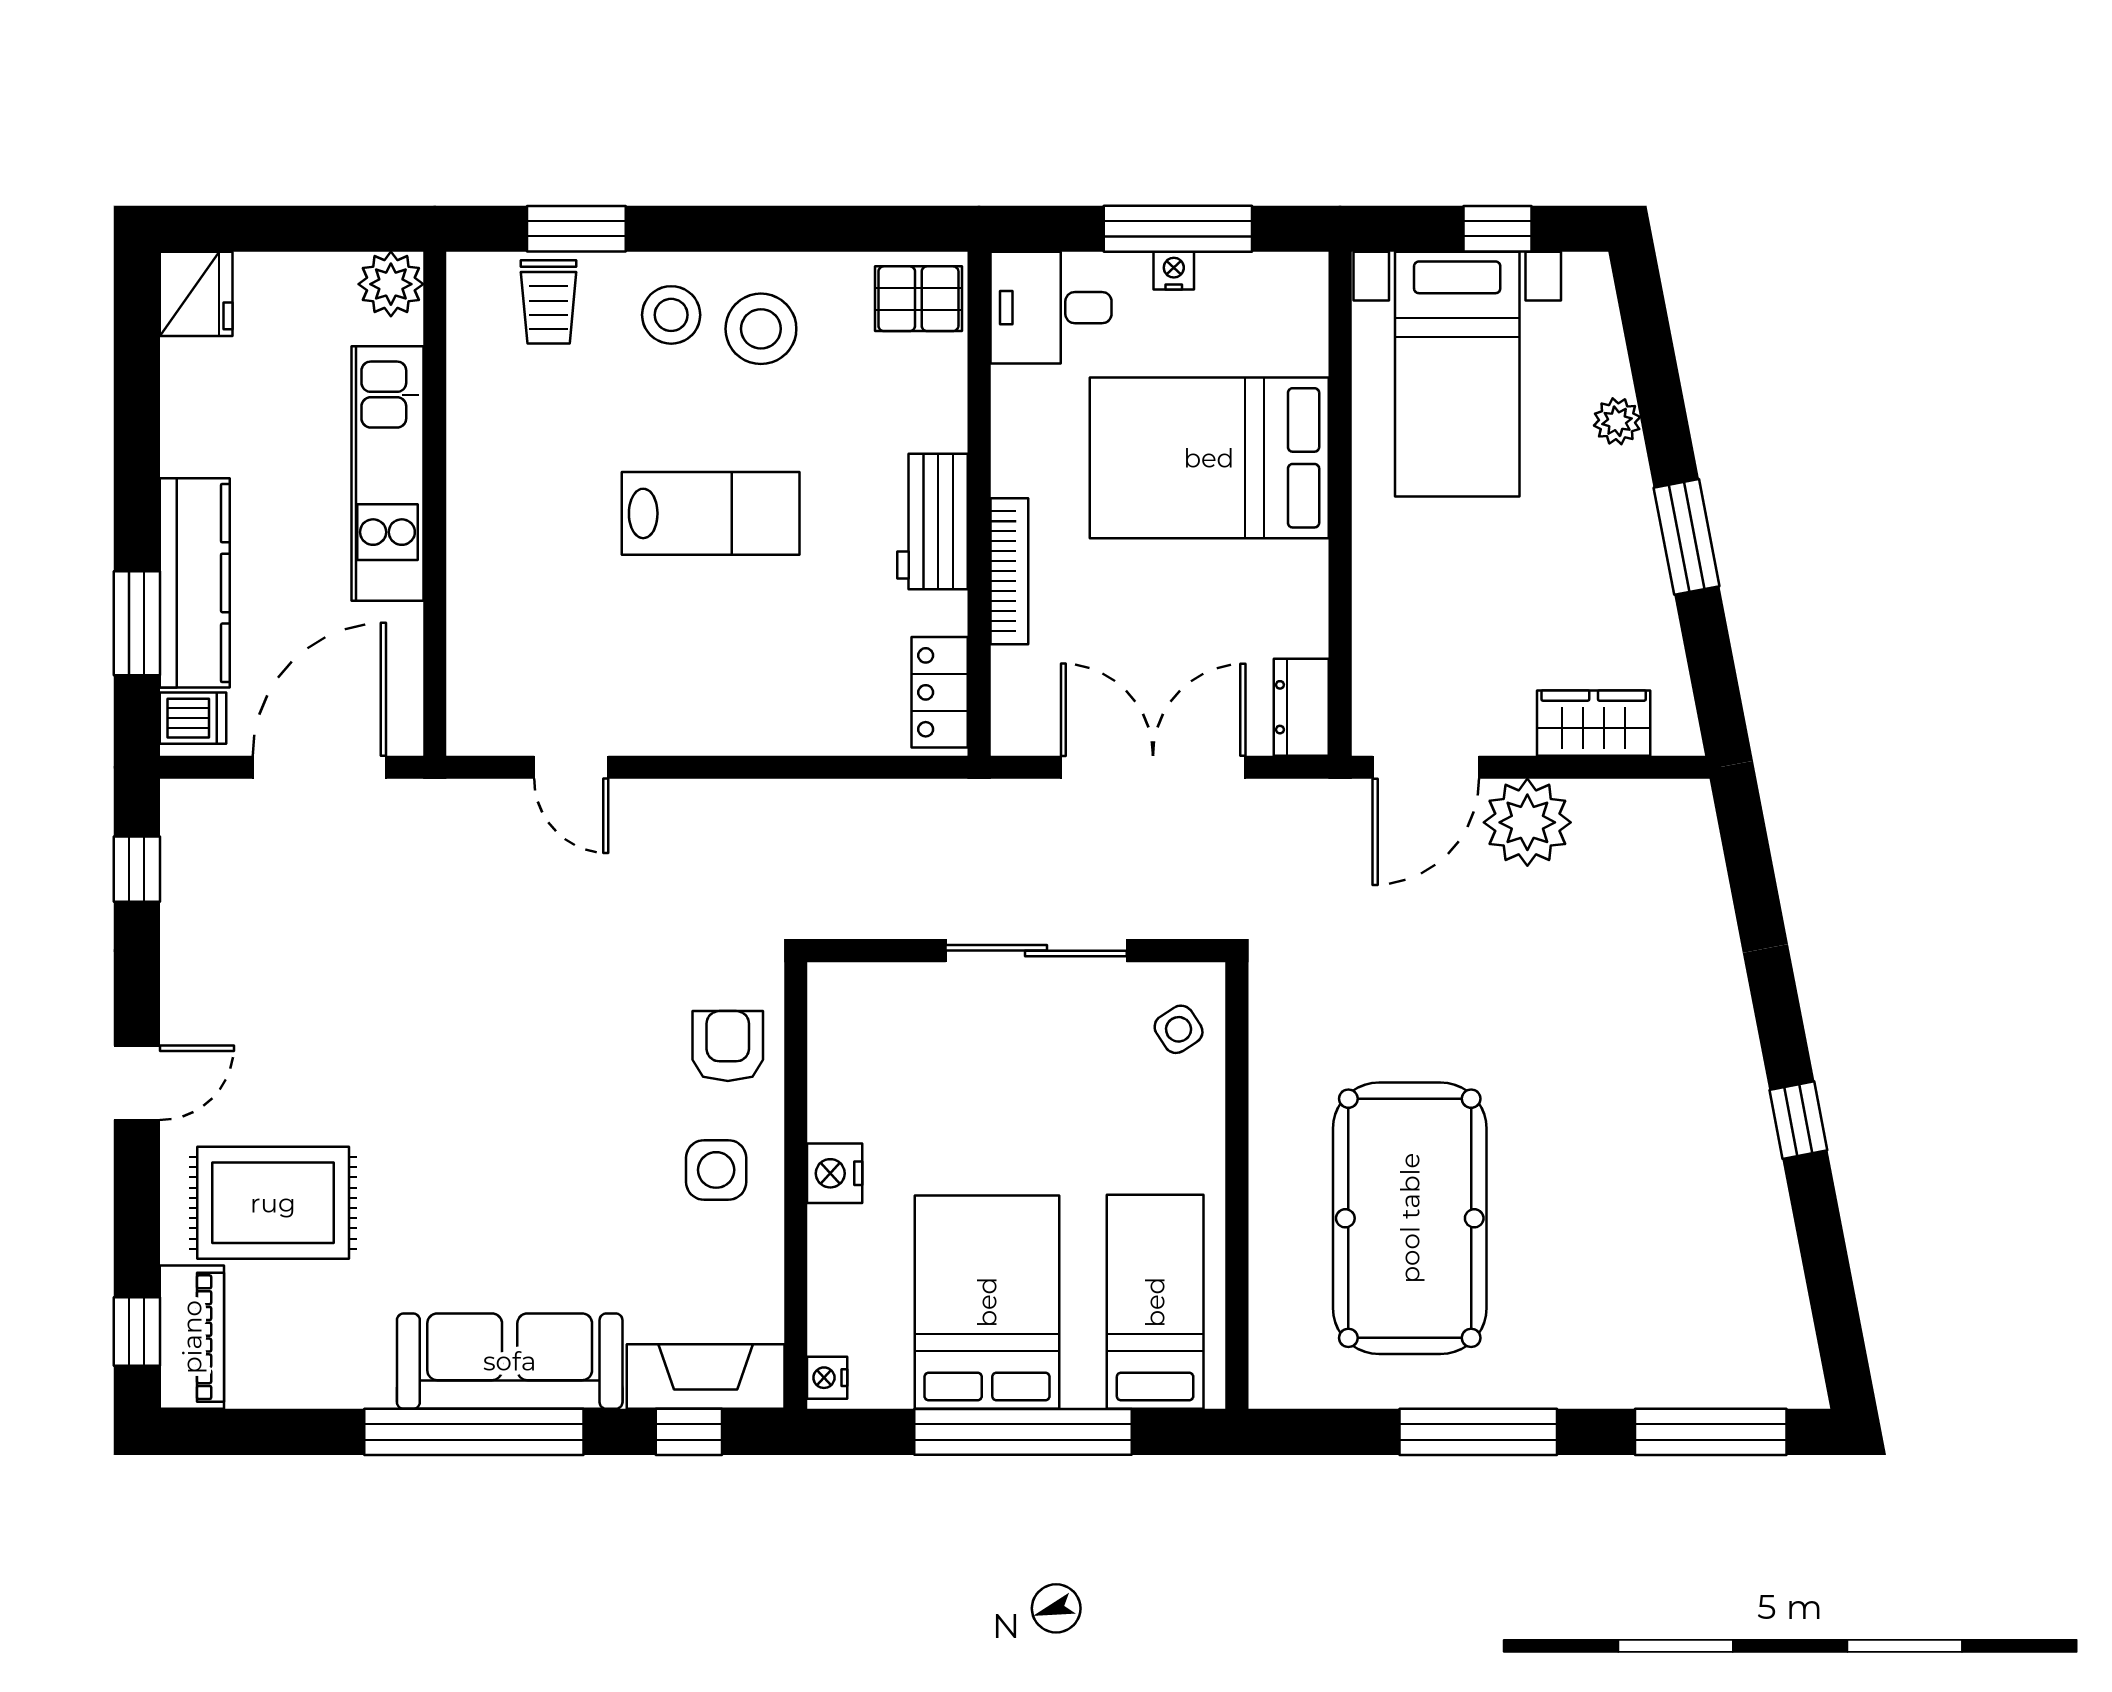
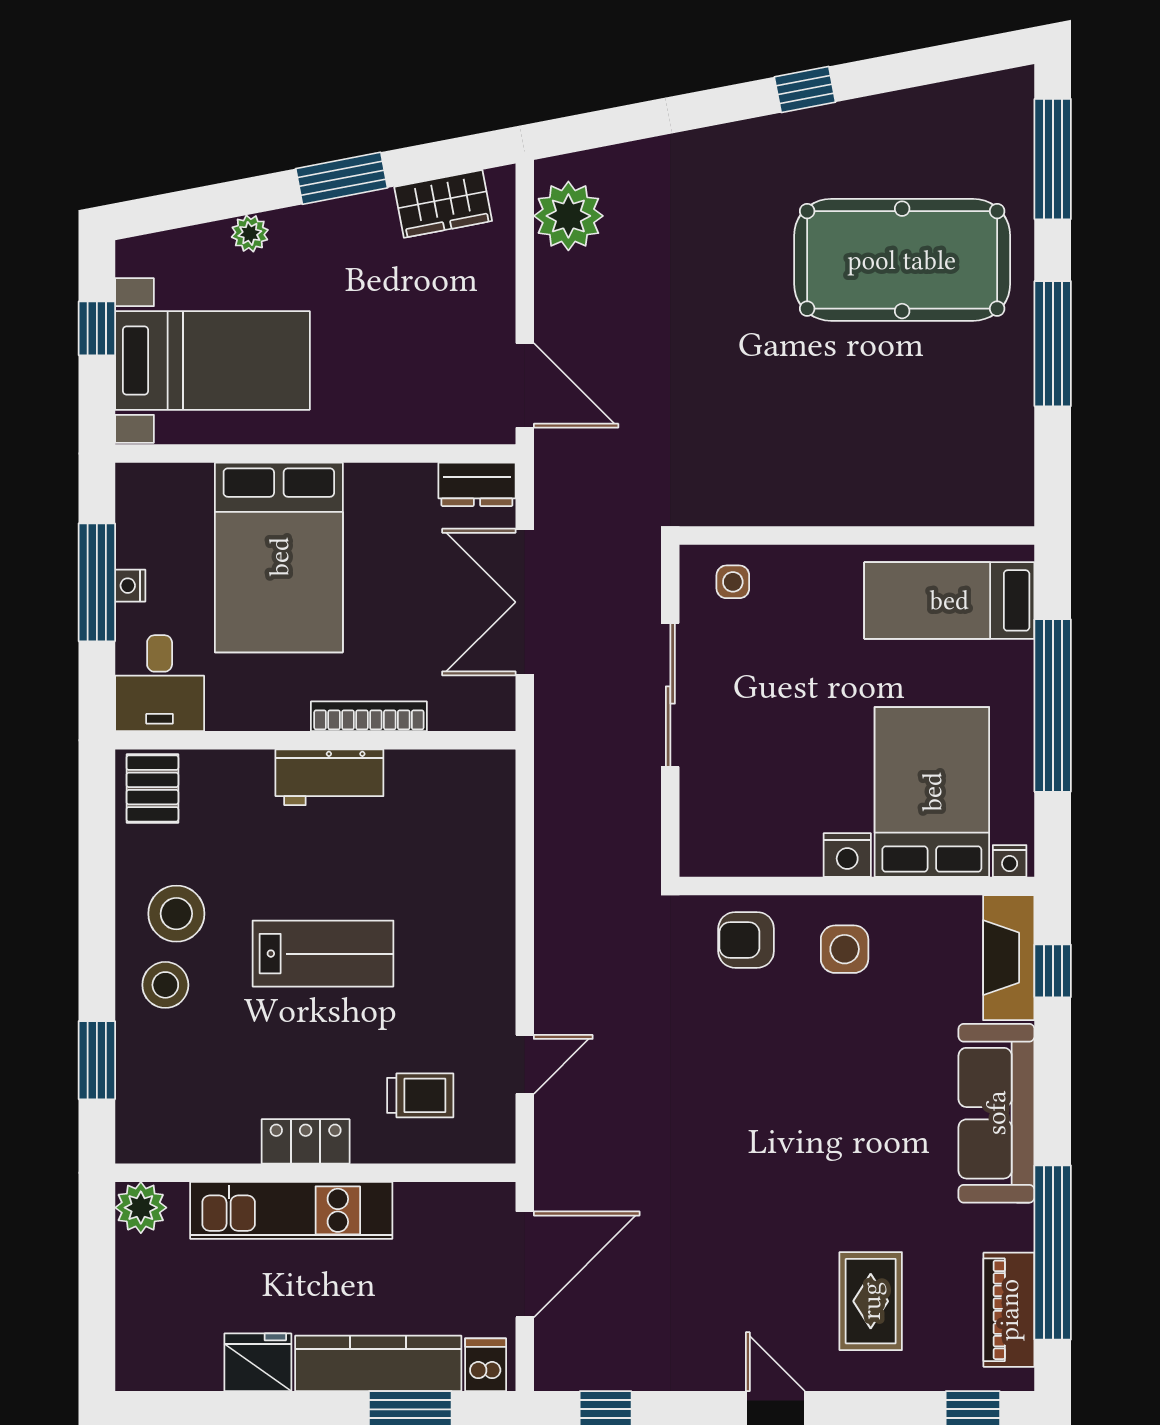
fridge: (196, 294) -> (258, 1362), moved
trolley: (549, 302) -> (420, 1095), moved
lab bench: (711, 513) -> (323, 954), turned 90
locker: (940, 692) -> (306, 1141), moved, turned 180
wardrobe: (1594, 723) -> (443, 204), moved, turned -101
door: (319, 767) -> (525, 1264), swing flipped
plant: (1527, 822) -> (568, 216), moved
side table: (1179, 1029) -> (733, 582), turned 33
rug: (273, 1203) -> (871, 1301), width x0.73, depth x0.70
pool table: (1410, 1218) -> (902, 260), moved
bed: (987, 1302) -> (932, 792), moved, turned 90
piano: (192, 1337) -> (1009, 1310), moved, turned -90
window: (474, 1432) -> (1053, 1253), moved

